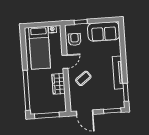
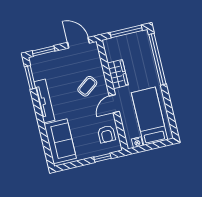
sofa: (104, 31) -> (60, 141), moved, turned 90

